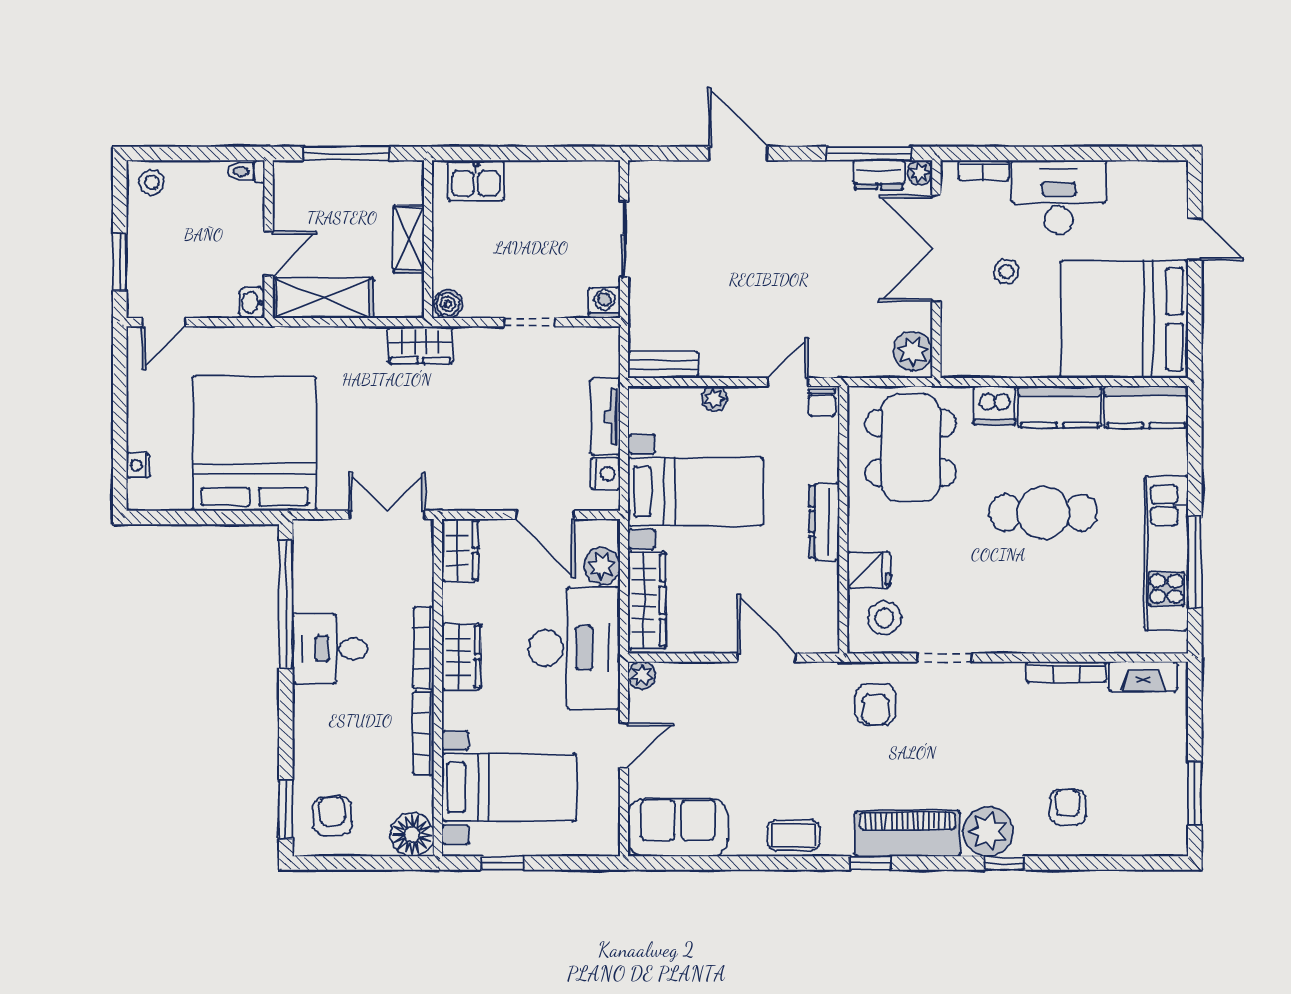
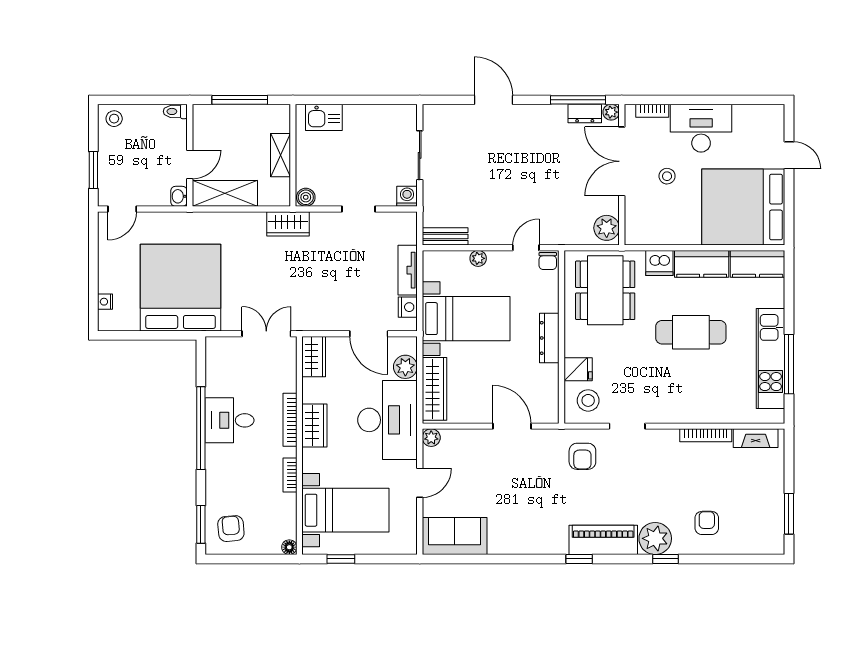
window: (286, 604) -> (201, 428), moved
bookcase: (423, 733) -> (290, 475), width x0.64
floor lamp: (412, 835) -> (289, 547), width x0.53, depth x0.53
coffee table: (794, 835) -> (529, 541), removed

